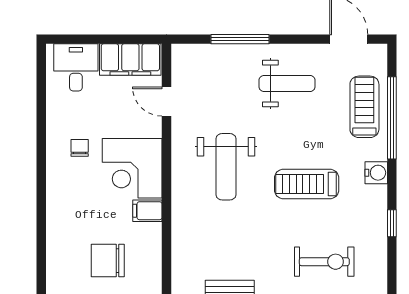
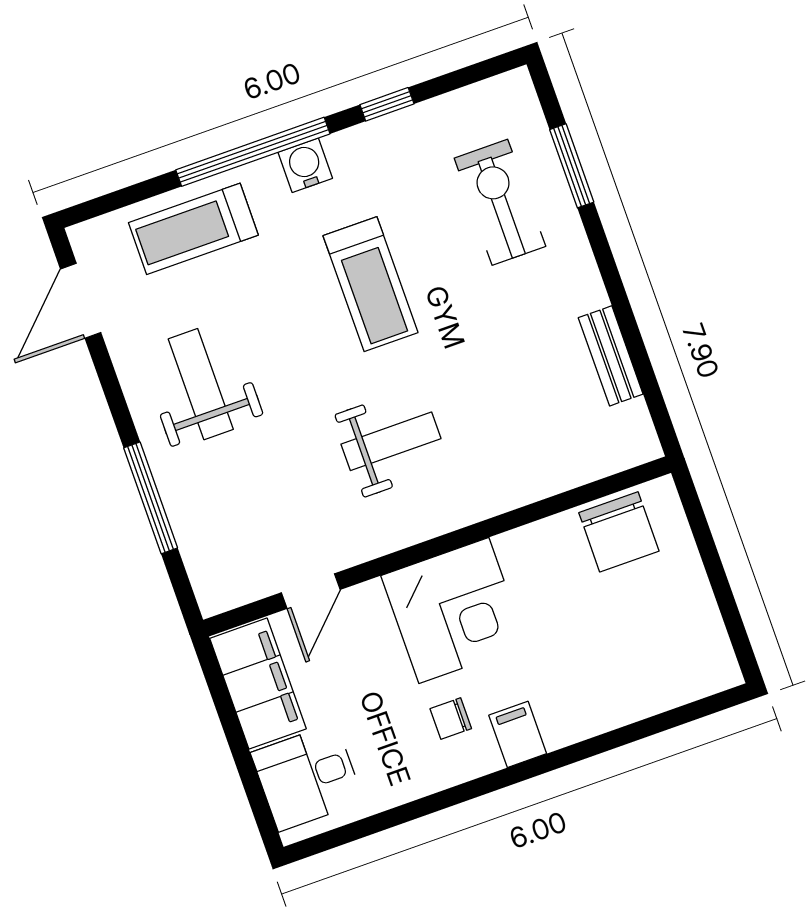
window: (392, 118) -> (253, 152), moved
weight bench: (226, 167) -> (391, 441), width x0.73, depth x0.75
filing cabinet: (147, 211) -> (518, 734), moved, turned 180
chair: (108, 261) -> (619, 532), moved

